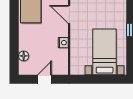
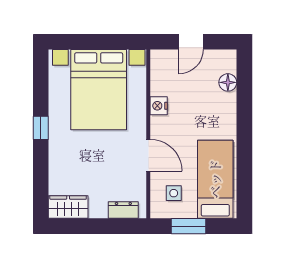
bed with nightstands: (105, 52) -> (99, 90), width x1.36

